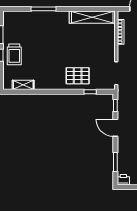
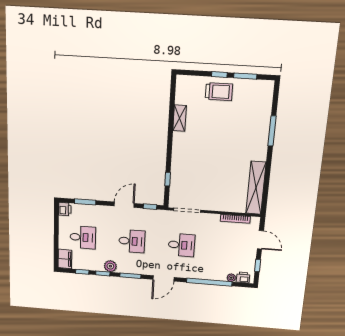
trolley: (14, 54) -> (219, 92), turned 180
pallet: (78, 76) -> (187, 166), removed
shelving: (23, 85) -> (180, 118), moved

